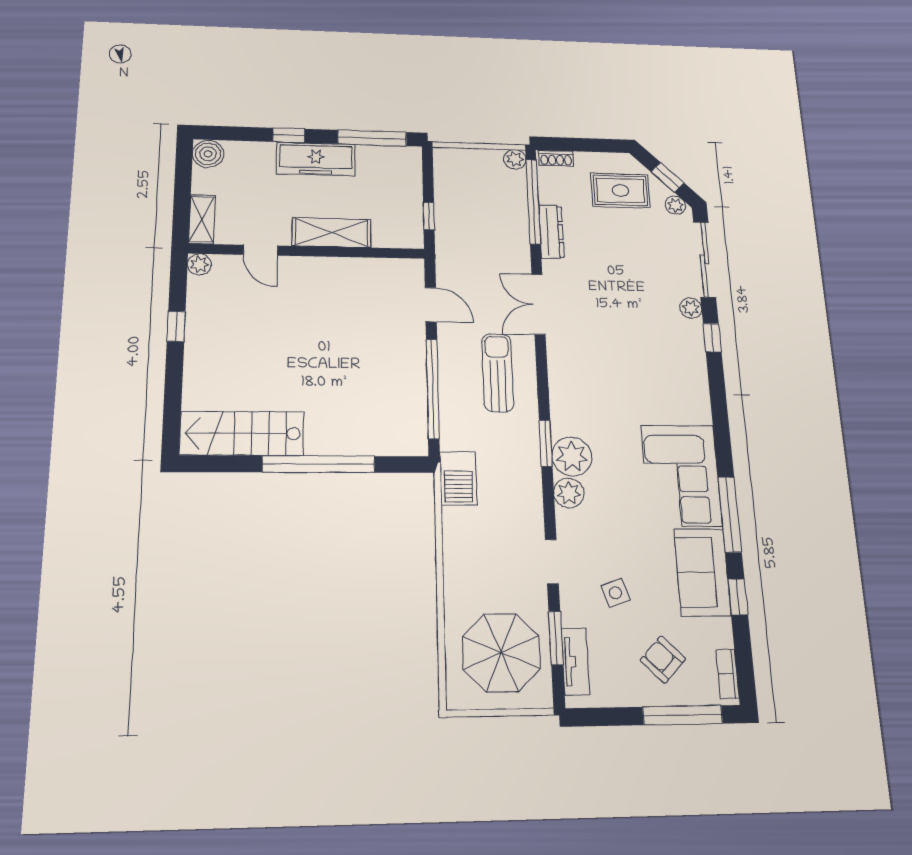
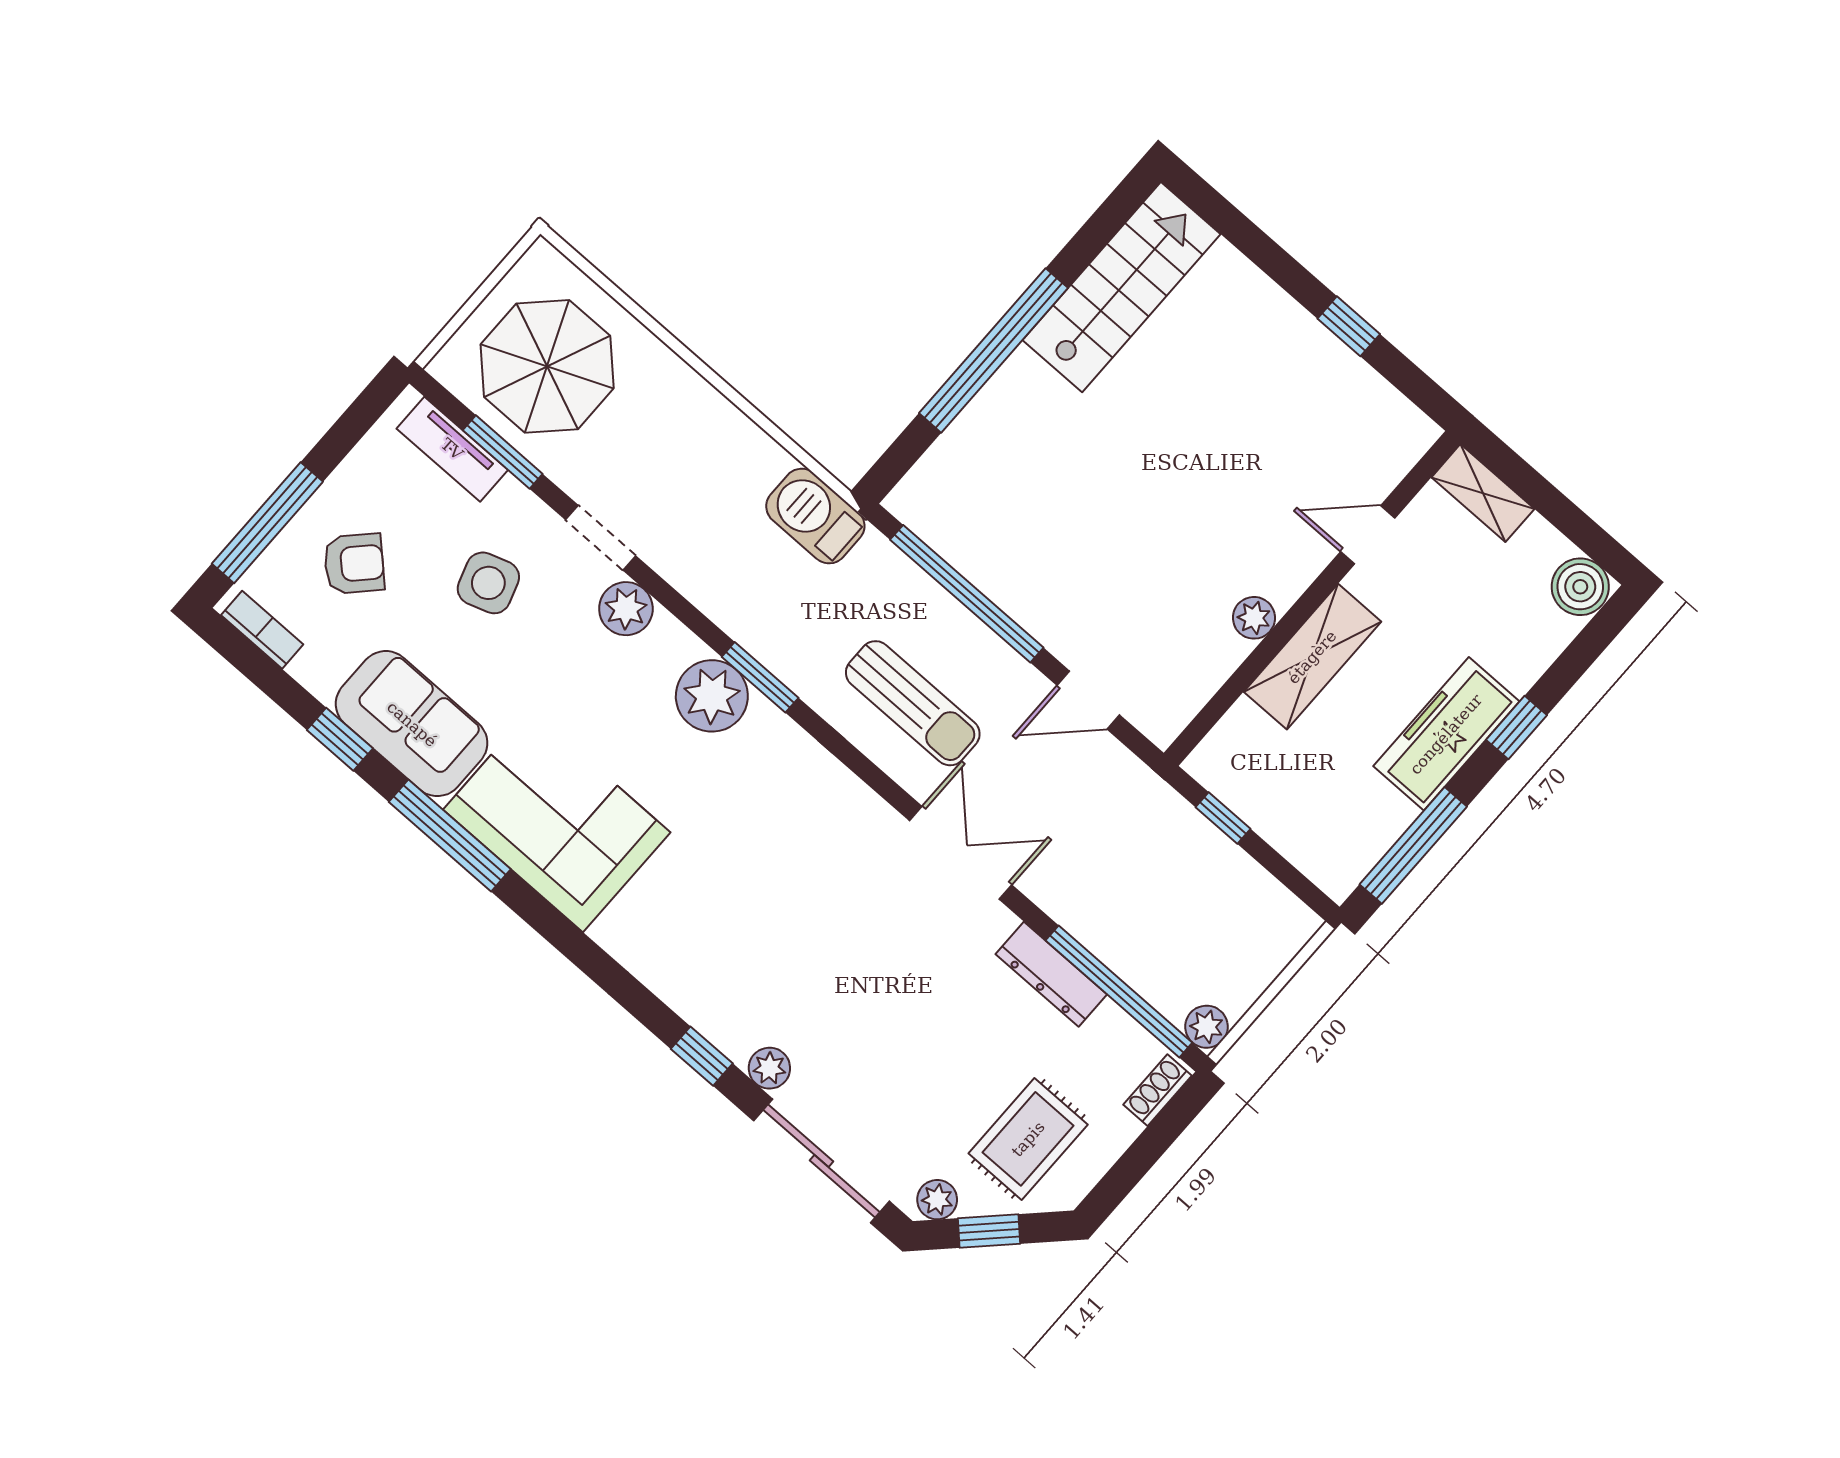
plant: (199, 264) -> (1254, 618), moved
plant: (569, 493) -> (626, 609), moved
side table: (616, 593) -> (488, 583), width x1.37, depth x1.37

